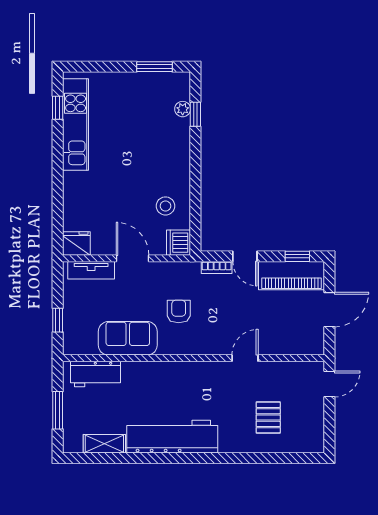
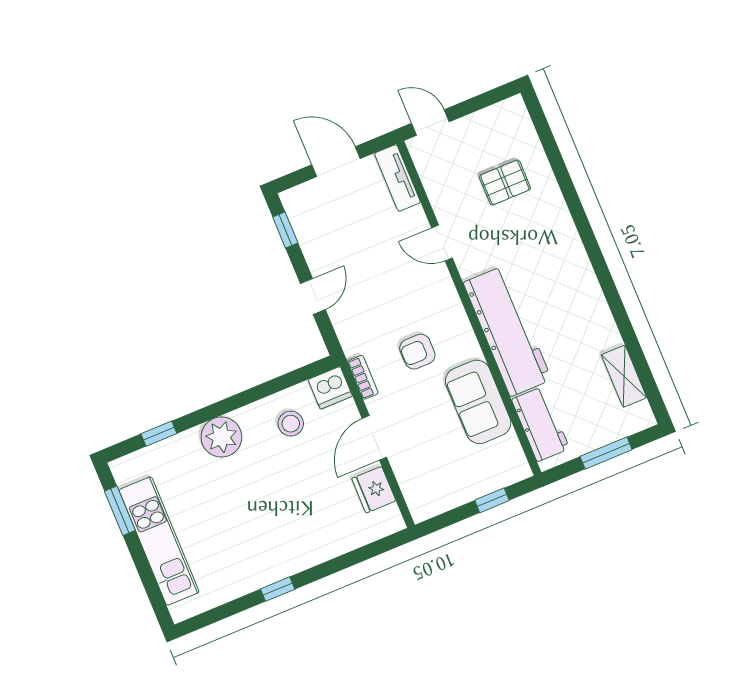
window: (58, 108) -> (278, 589), moved
plant: (183, 109) -> (221, 437), moved, width x1.88, depth x1.88
kitchen unit: (76, 124) -> (159, 541), moved, turned 90
fridge: (76, 243) -> (374, 490), moved
bookcase: (217, 267) -> (363, 377), moved
tv unit: (91, 270) -> (397, 178), moved, turned 180
piano: (292, 276) -> (313, 227), removed
workbench: (172, 437) -> (507, 331), moved, turned 180

